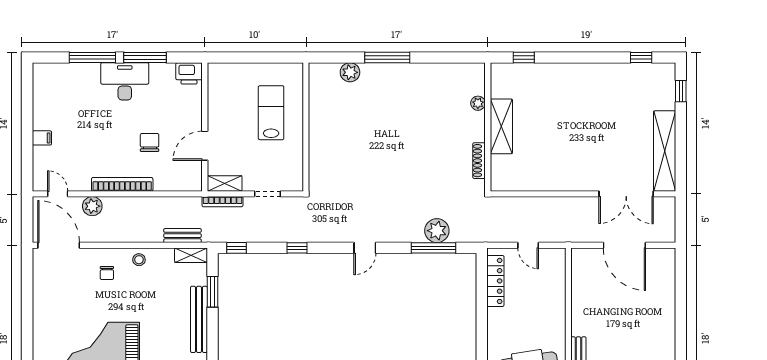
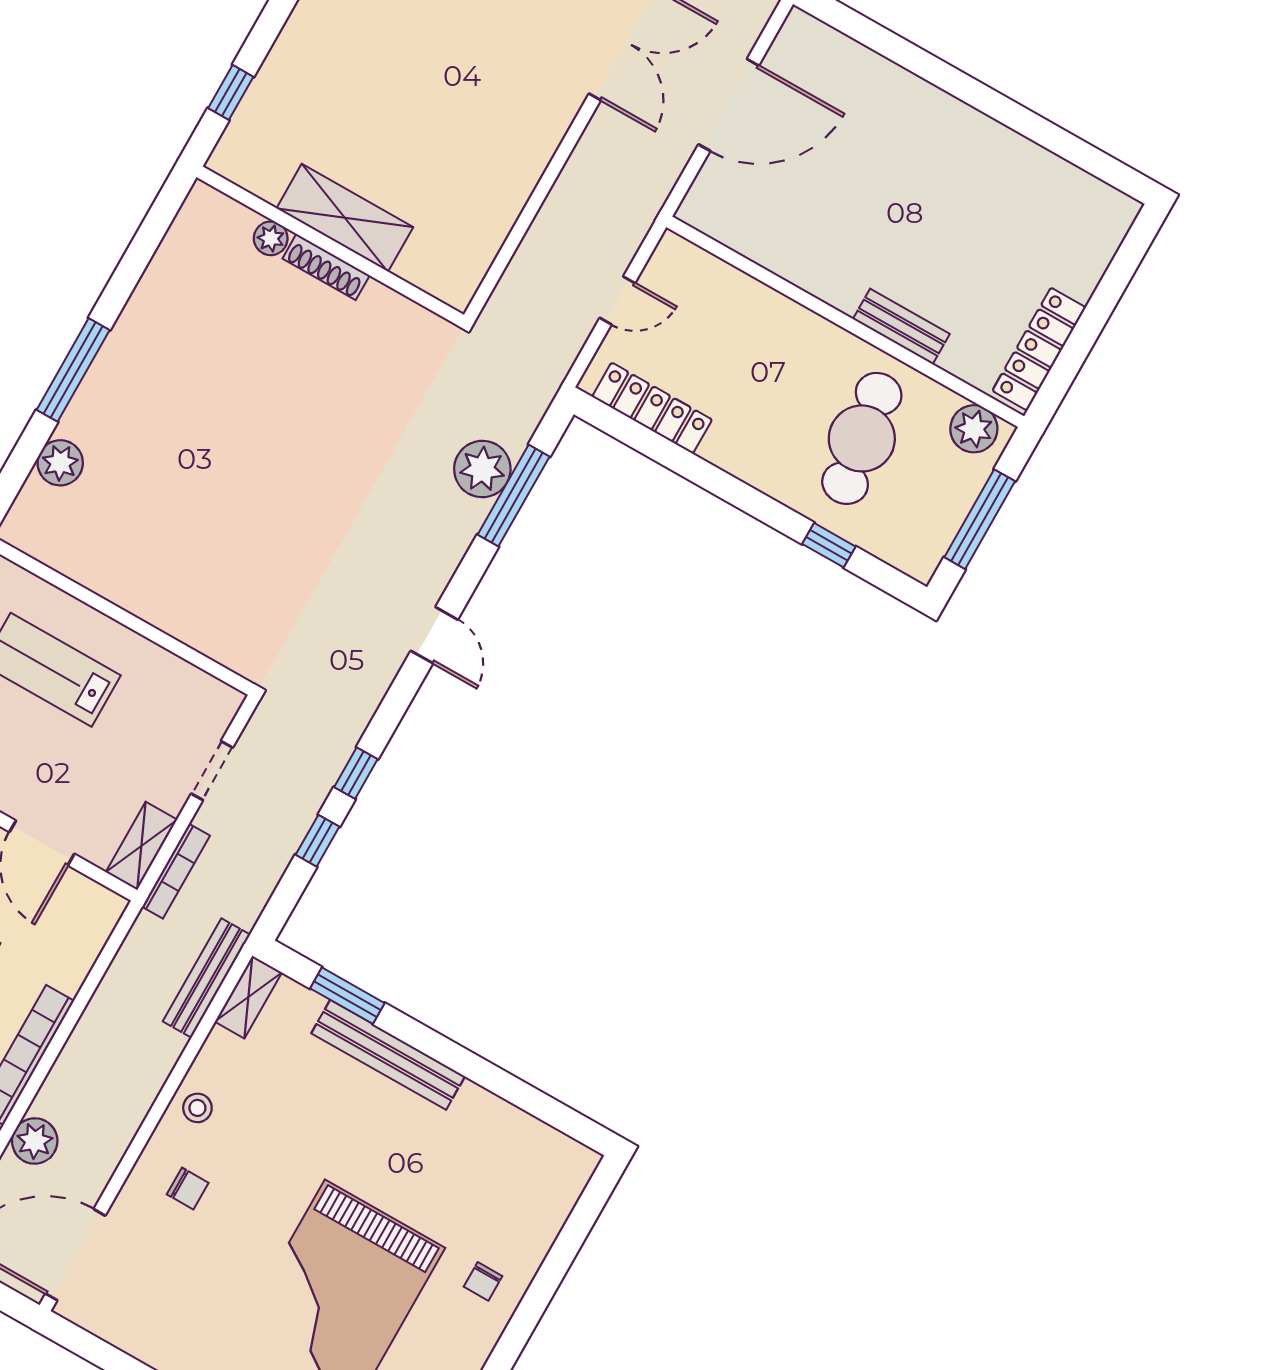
shoe rack: (479, 161) -> (326, 267), moved
bench: (182, 236) -> (207, 978), width x1.36
window: (236, 248) -> (317, 841), moved

